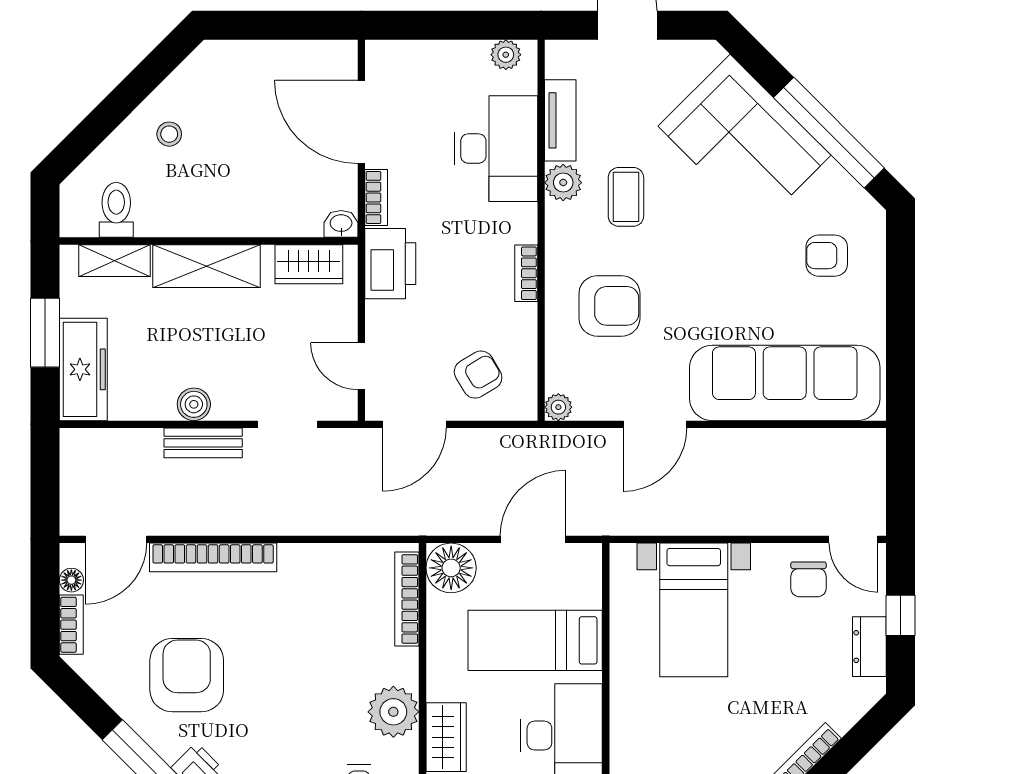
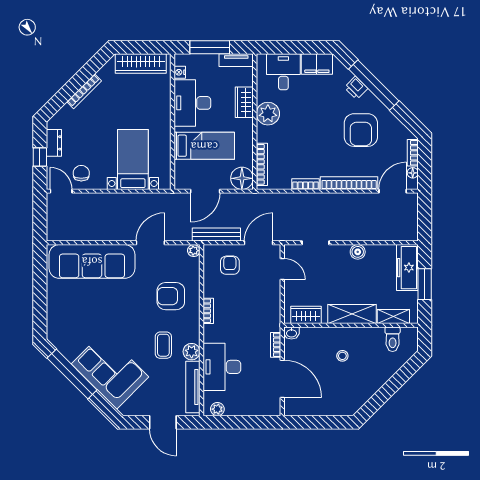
tv unit: (560, 120) -> (193, 387), width x1.41
stool: (169, 134) -> (342, 356), moved
armchair: (827, 256) -> (73, 319), removed
printer: (390, 264) -> (269, 315), removed
armchair: (478, 375) -> (230, 265), turned 121
bench: (203, 443) -> (216, 235), moved, width x1.36
bookcase: (310, 555) -> (305, 184), added

